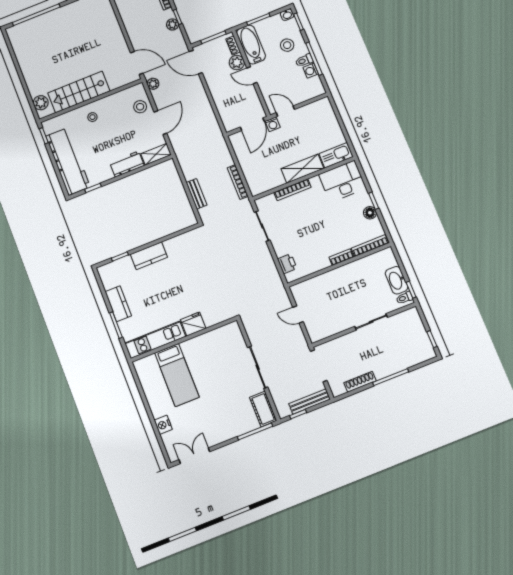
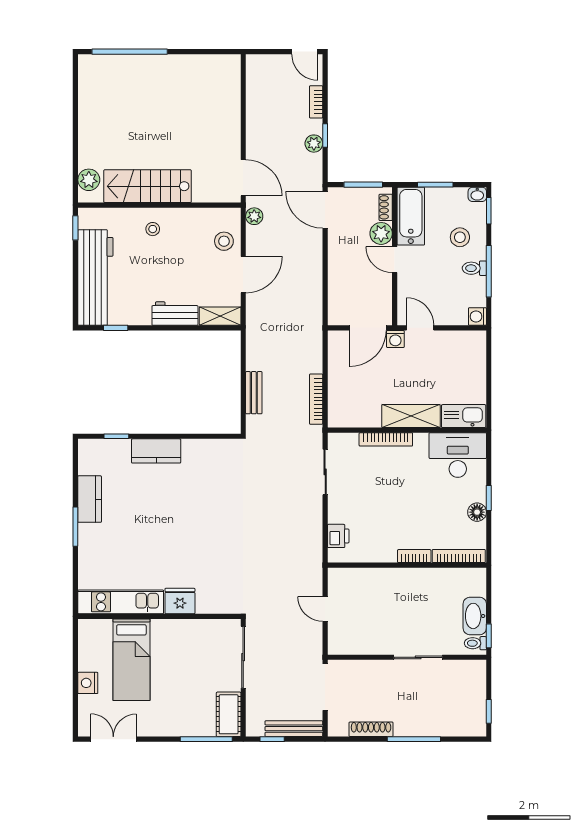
washing machine: (311, 71) -> (477, 317), moved
fridge: (193, 324) -> (180, 601), moved
wall: (184, 339) -> (159, 616), moved
kitchen unit: (155, 340) -> (121, 602), moved
bed: (177, 375) -> (131, 660), moved

